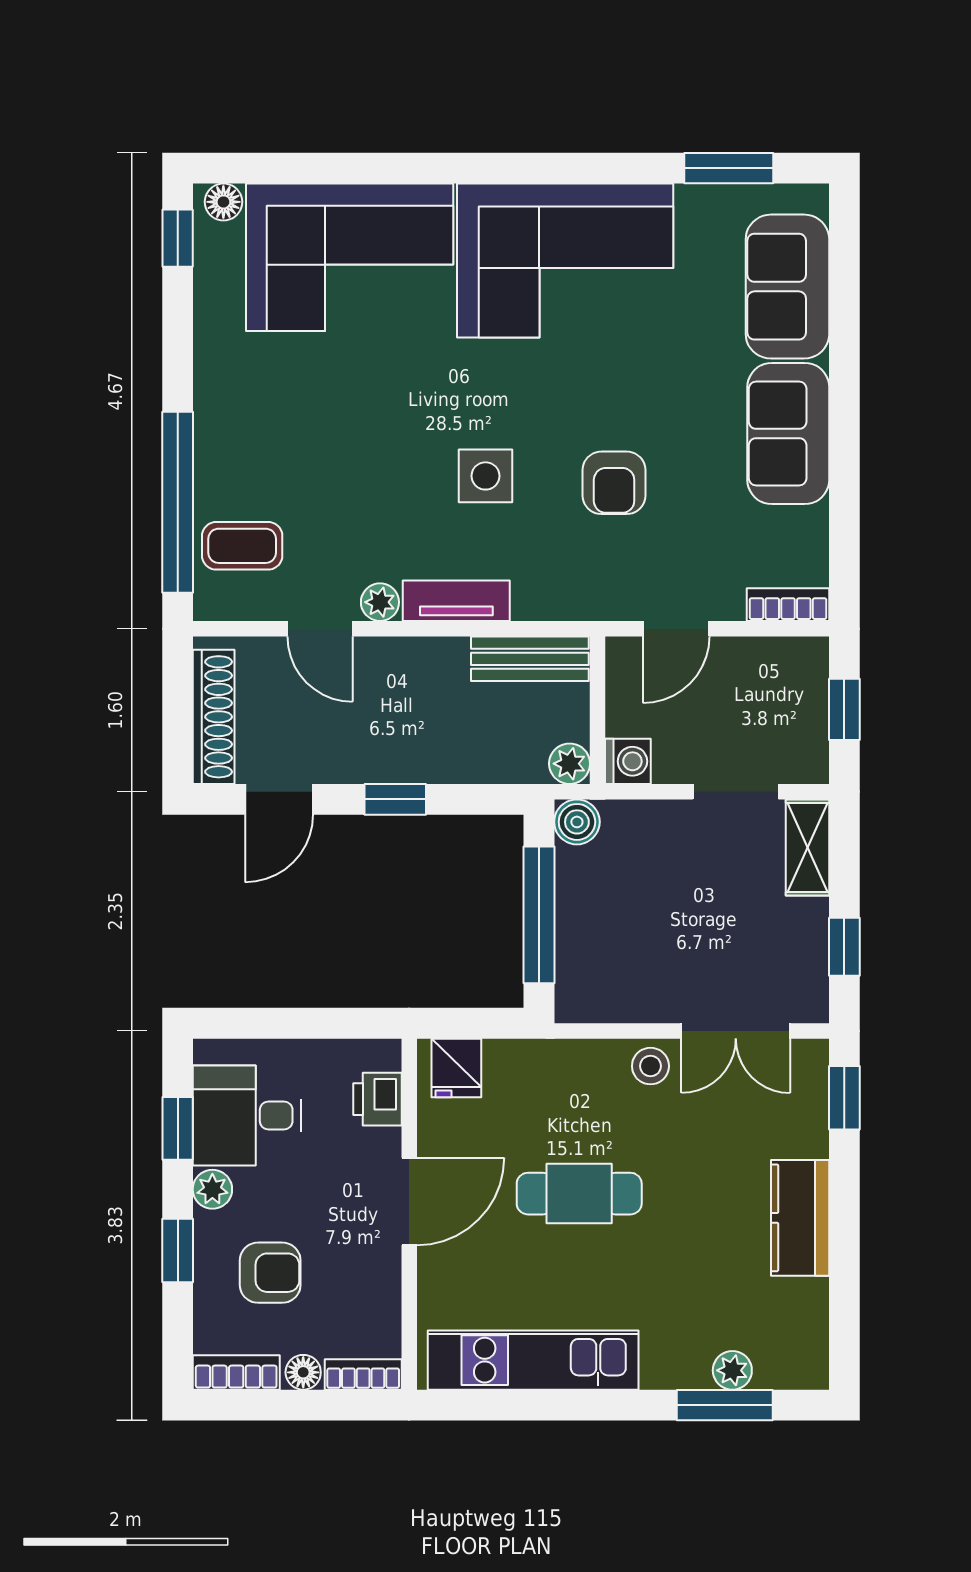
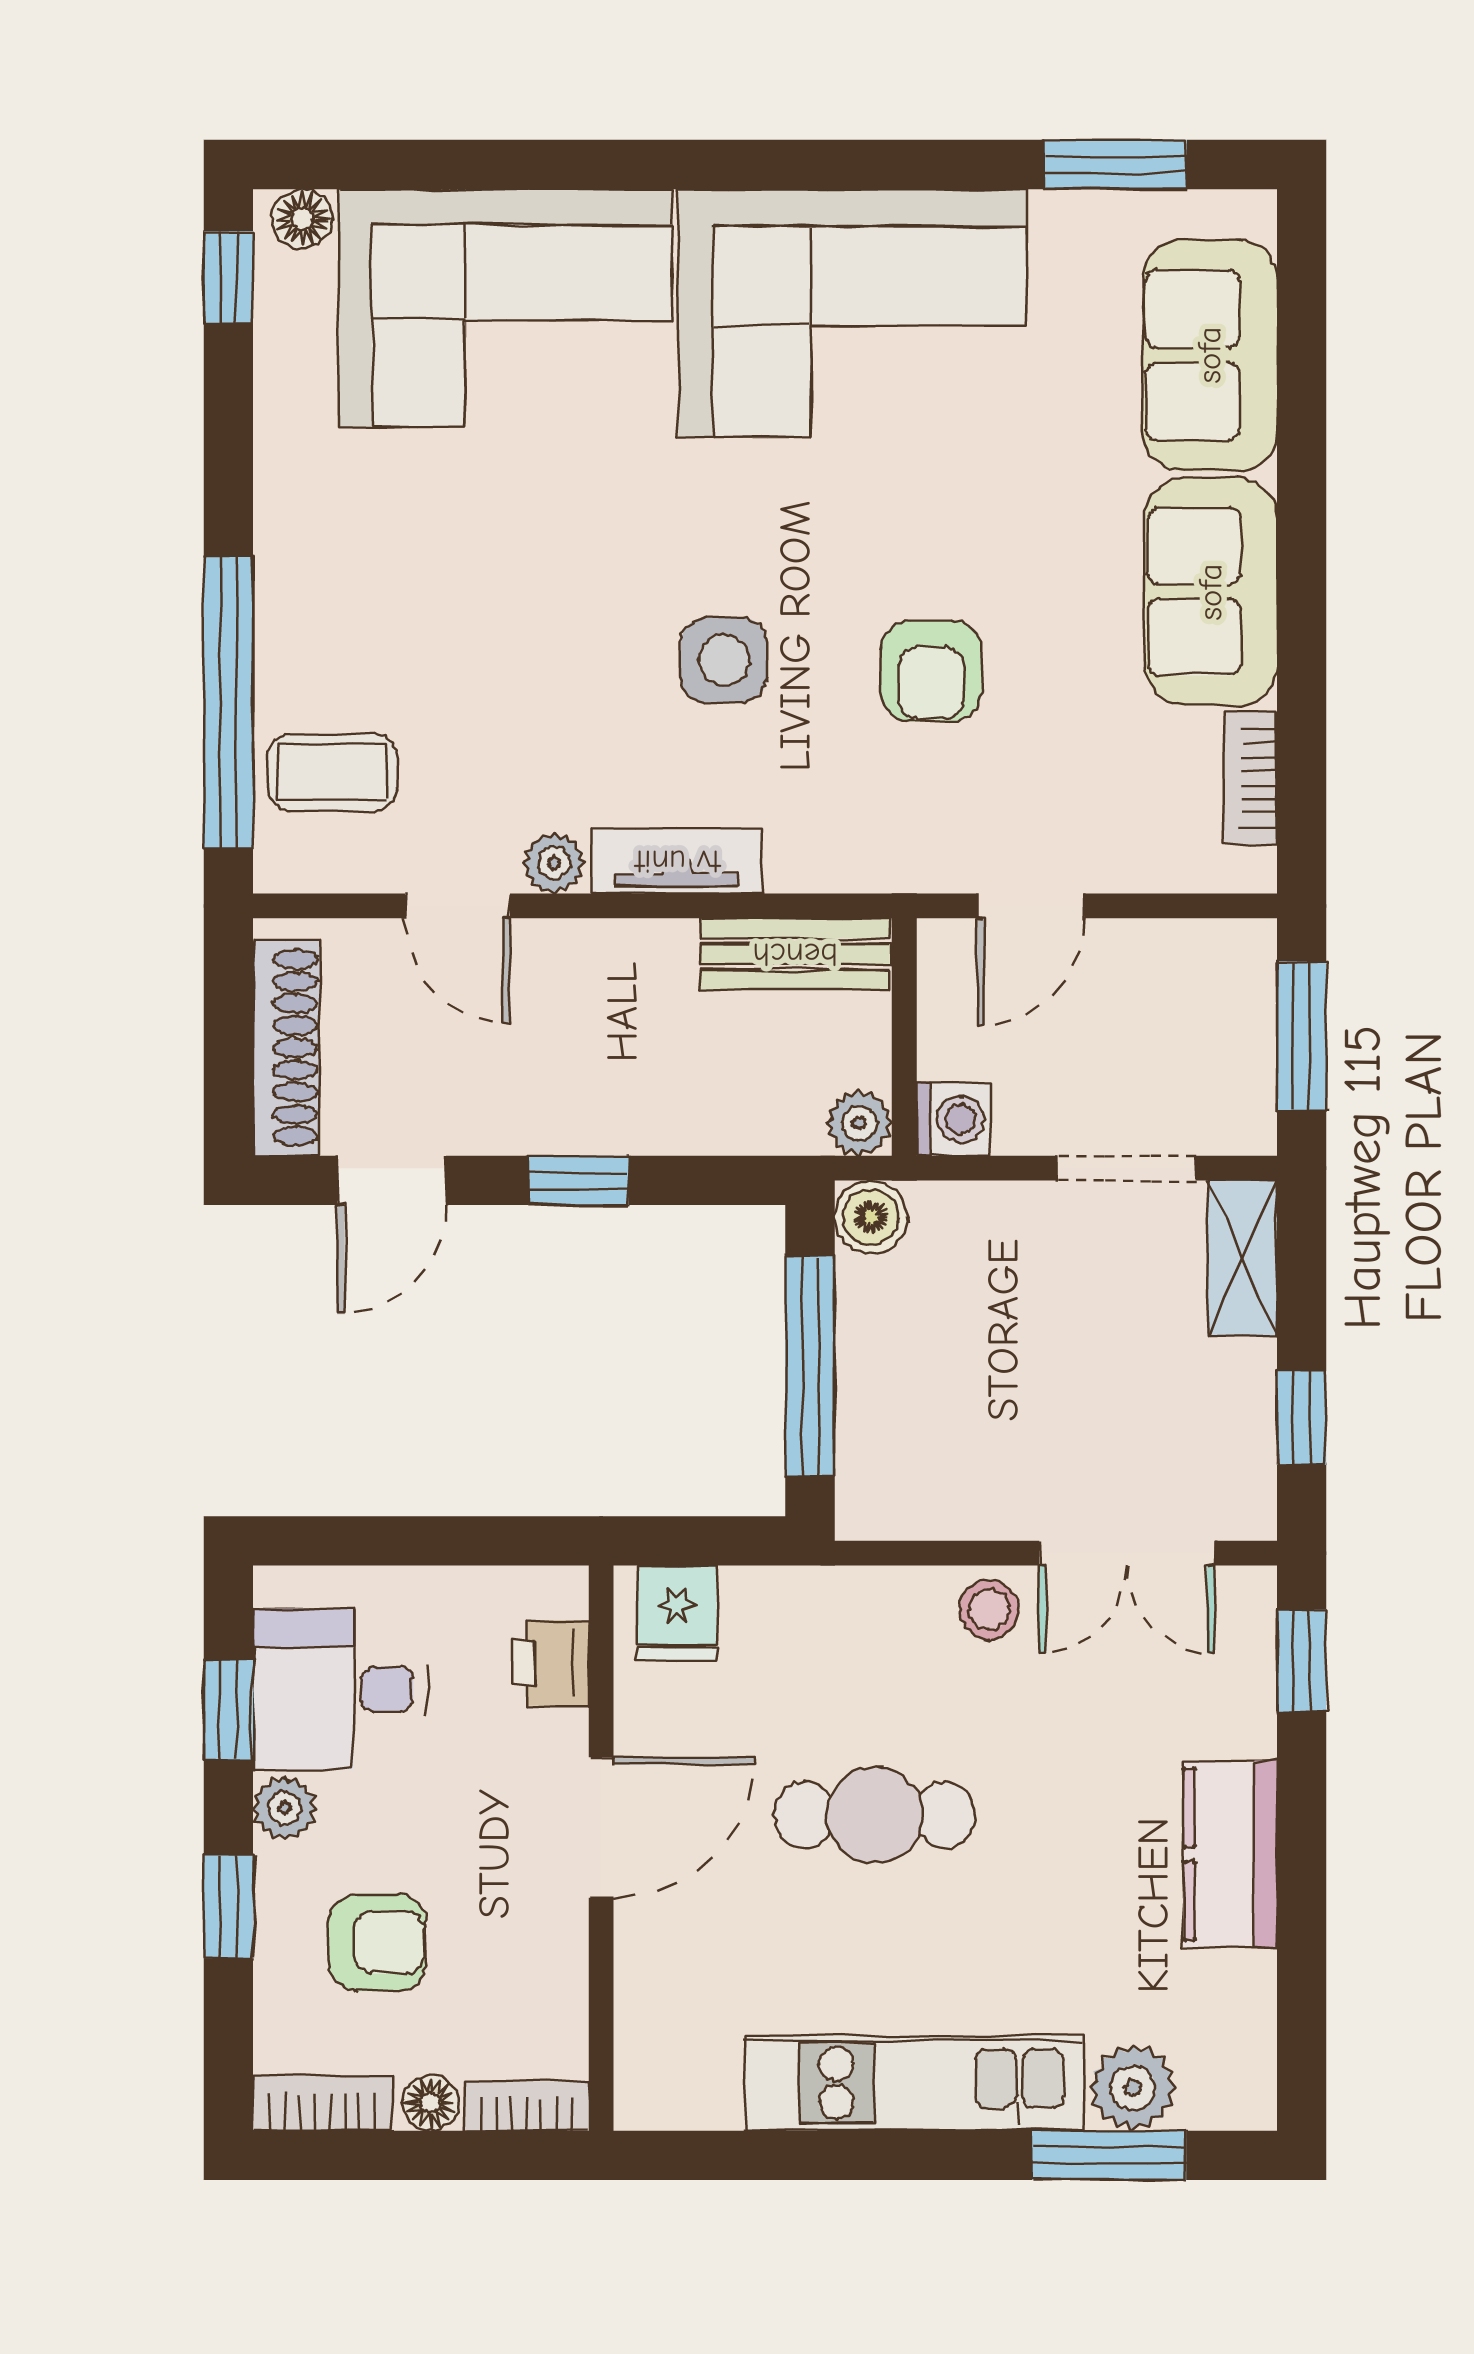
bookcase: (788, 605) -> (1251, 778), moved, turned -90
window: (844, 709) -> (1302, 1036), width x1.50
kitchen unit: (533, 1360) -> (914, 2083), moved
plant: (732, 1370) -> (1133, 2088), width x1.38, depth x1.38

